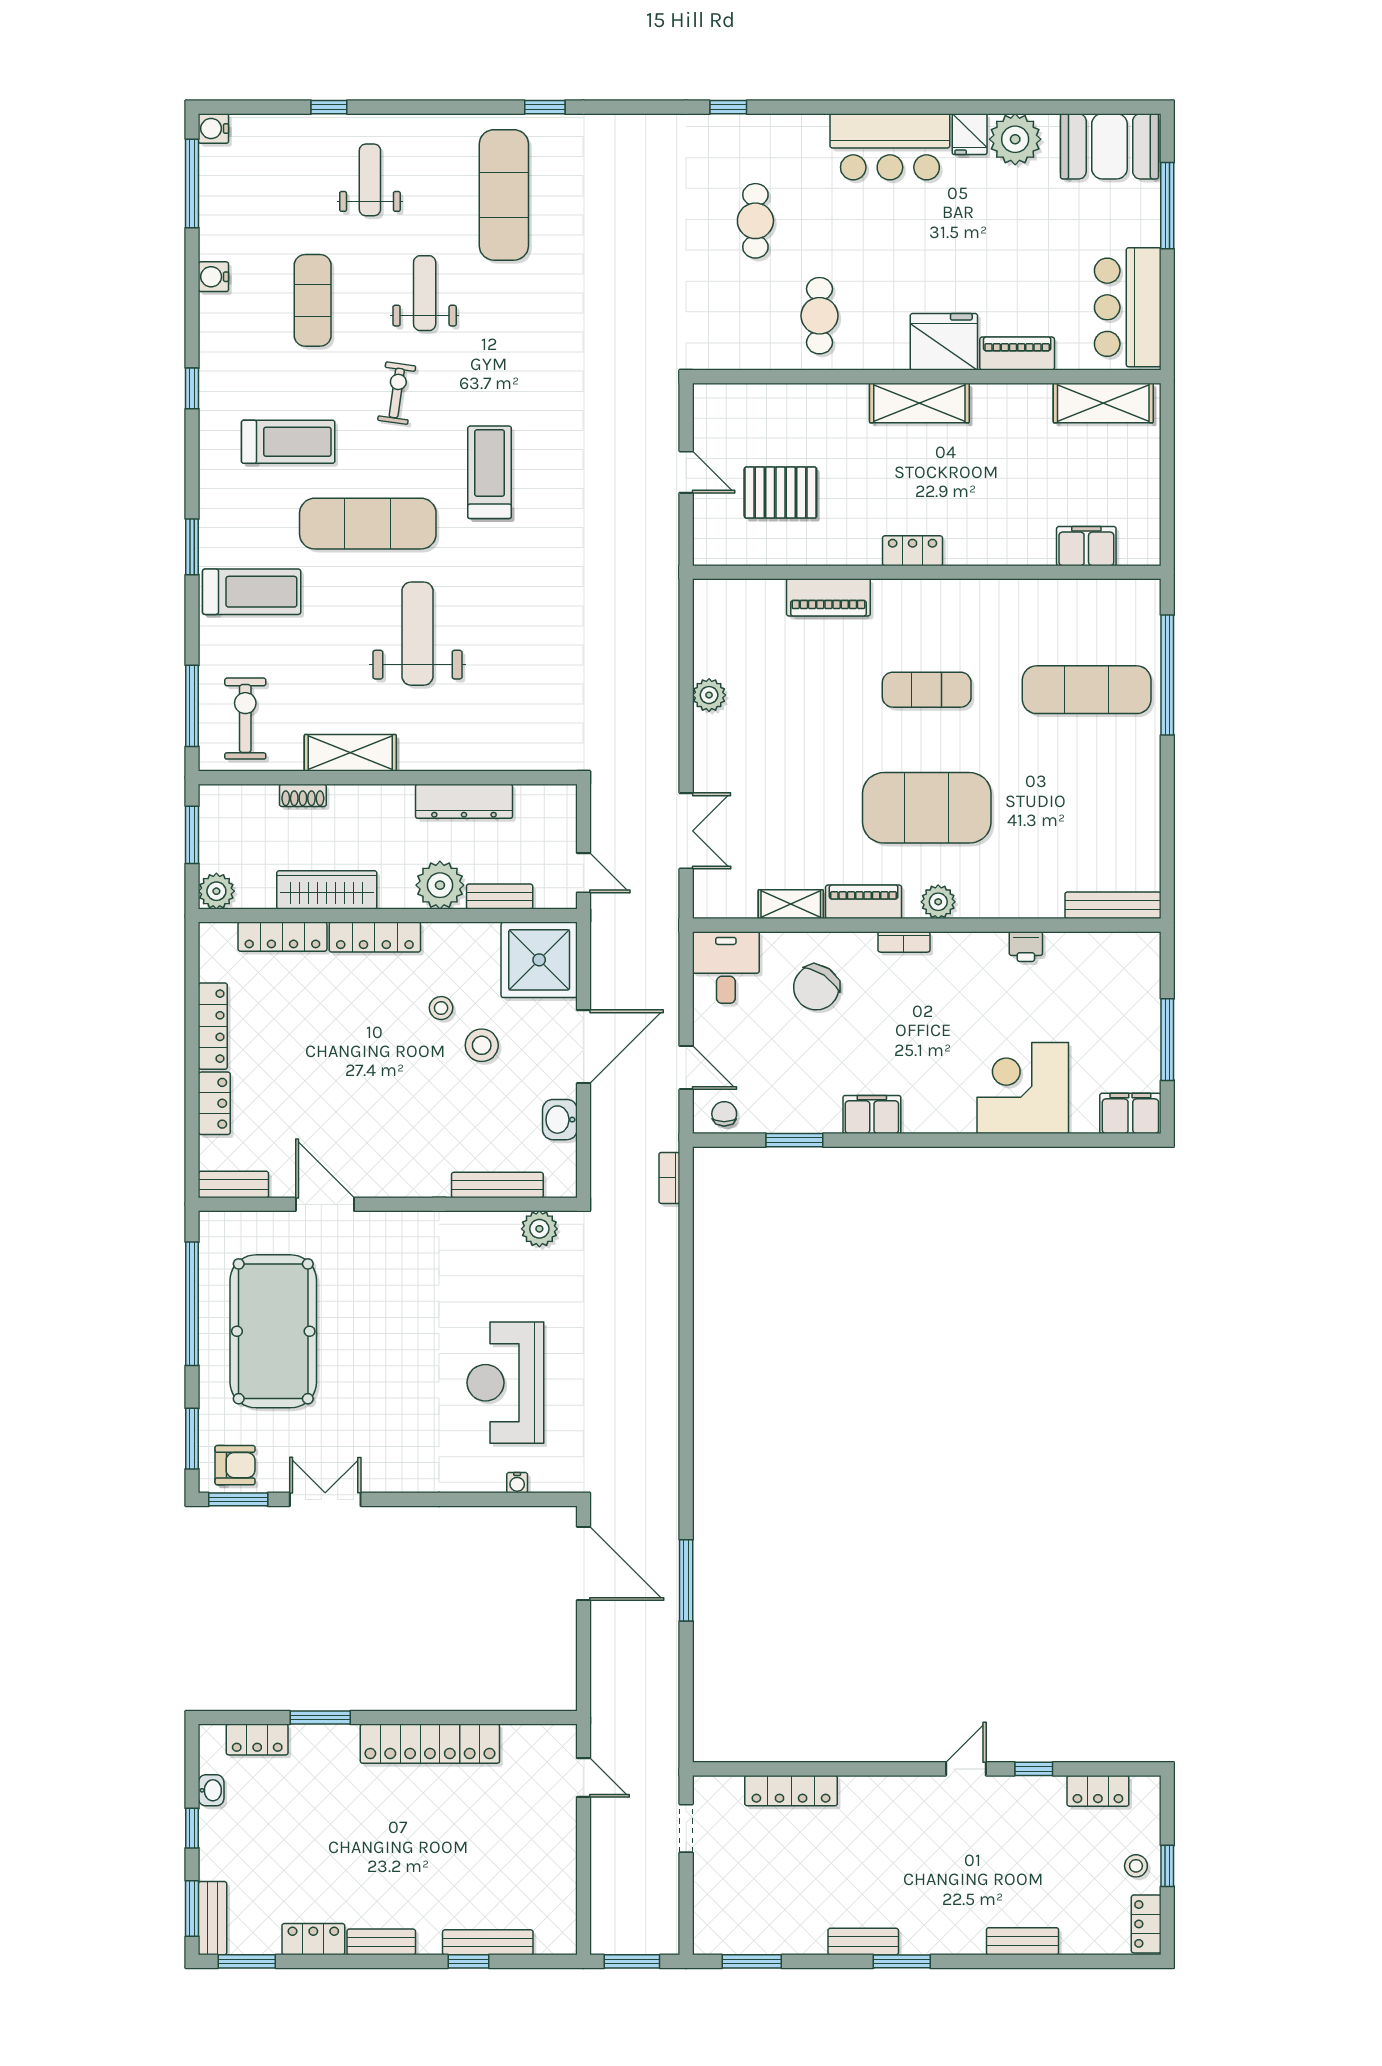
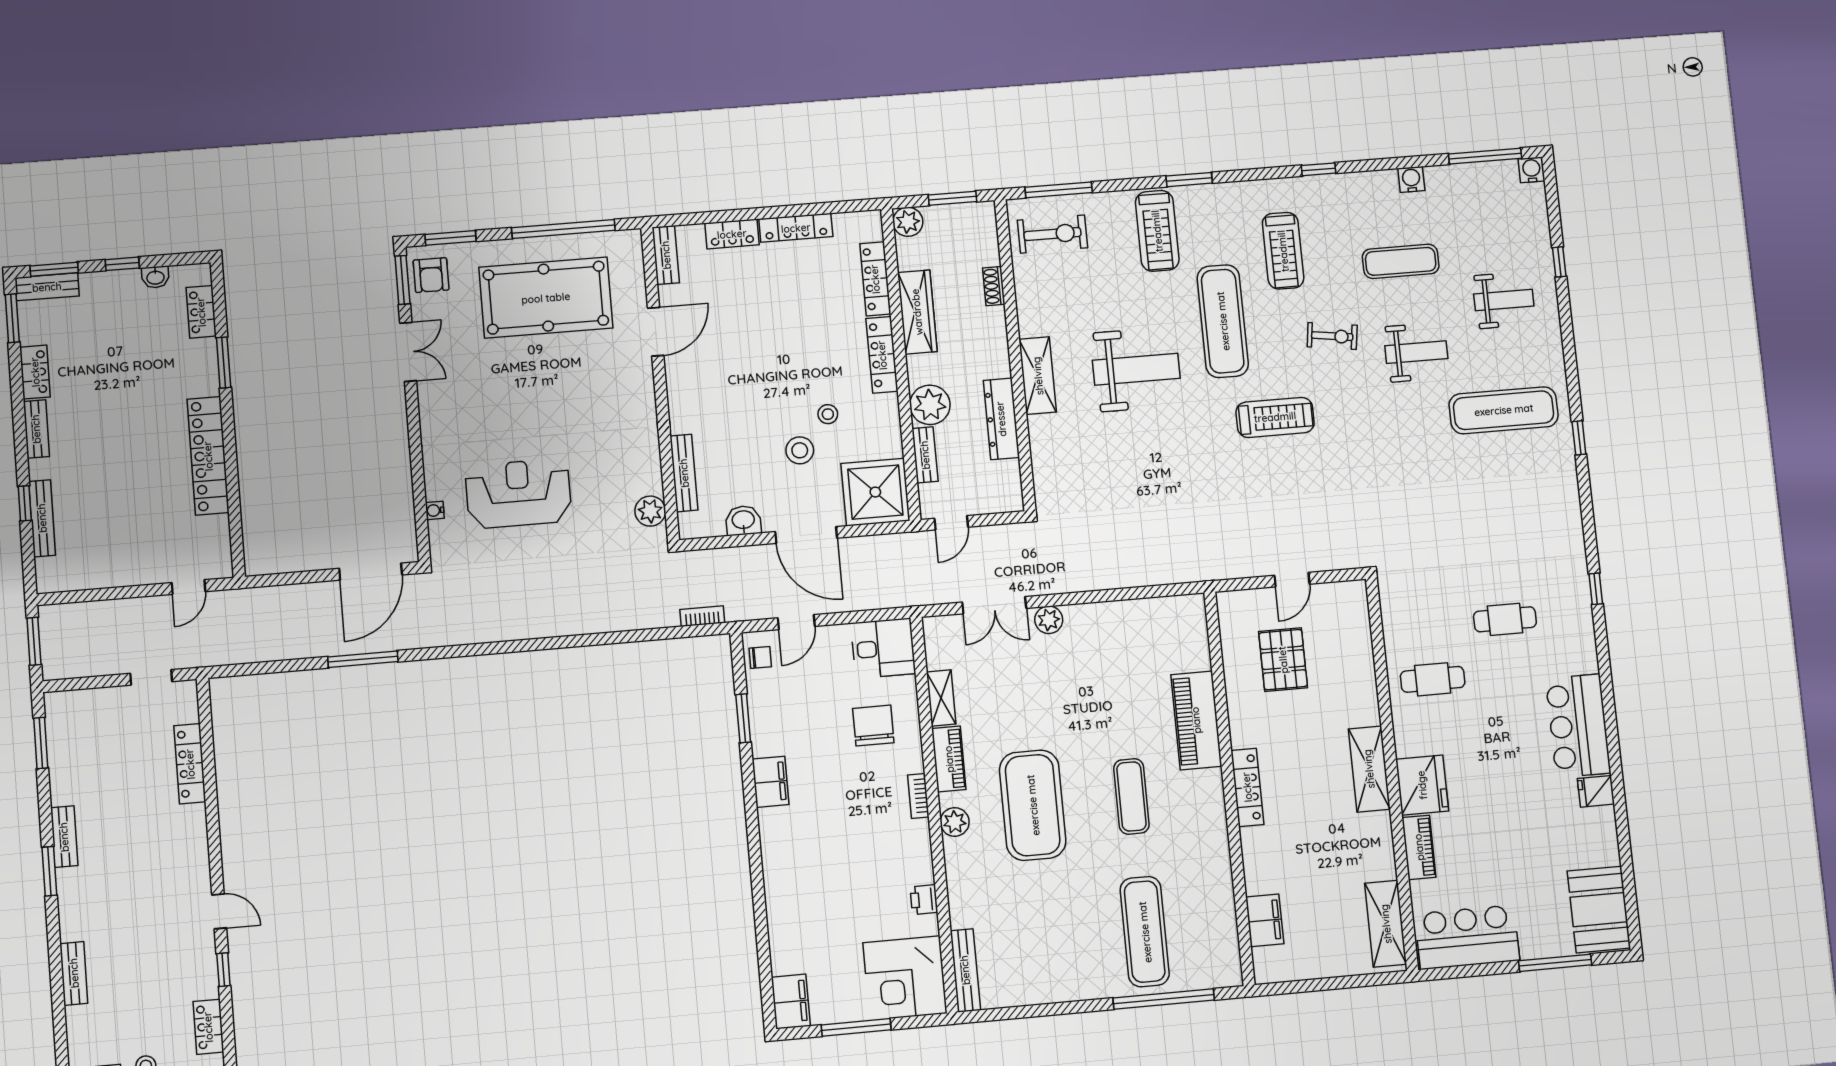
plant: (1015, 139) -> (1596, 830), removed
locker: (913, 551) -> (1247, 787), width x1.53
piano: (828, 597) -> (1196, 720), width x1.37, depth x1.33
plant: (709, 695) -> (1049, 620), moved
shelving: (350, 753) -> (1038, 376), moved
chair: (816, 987) -> (873, 726), turned 56
corner desk: (1023, 1088) -> (905, 978), moved, turned 180

